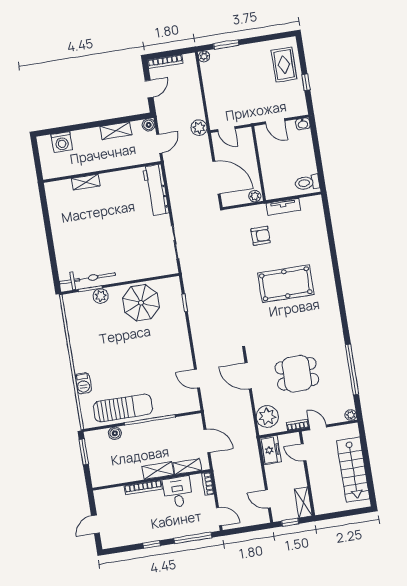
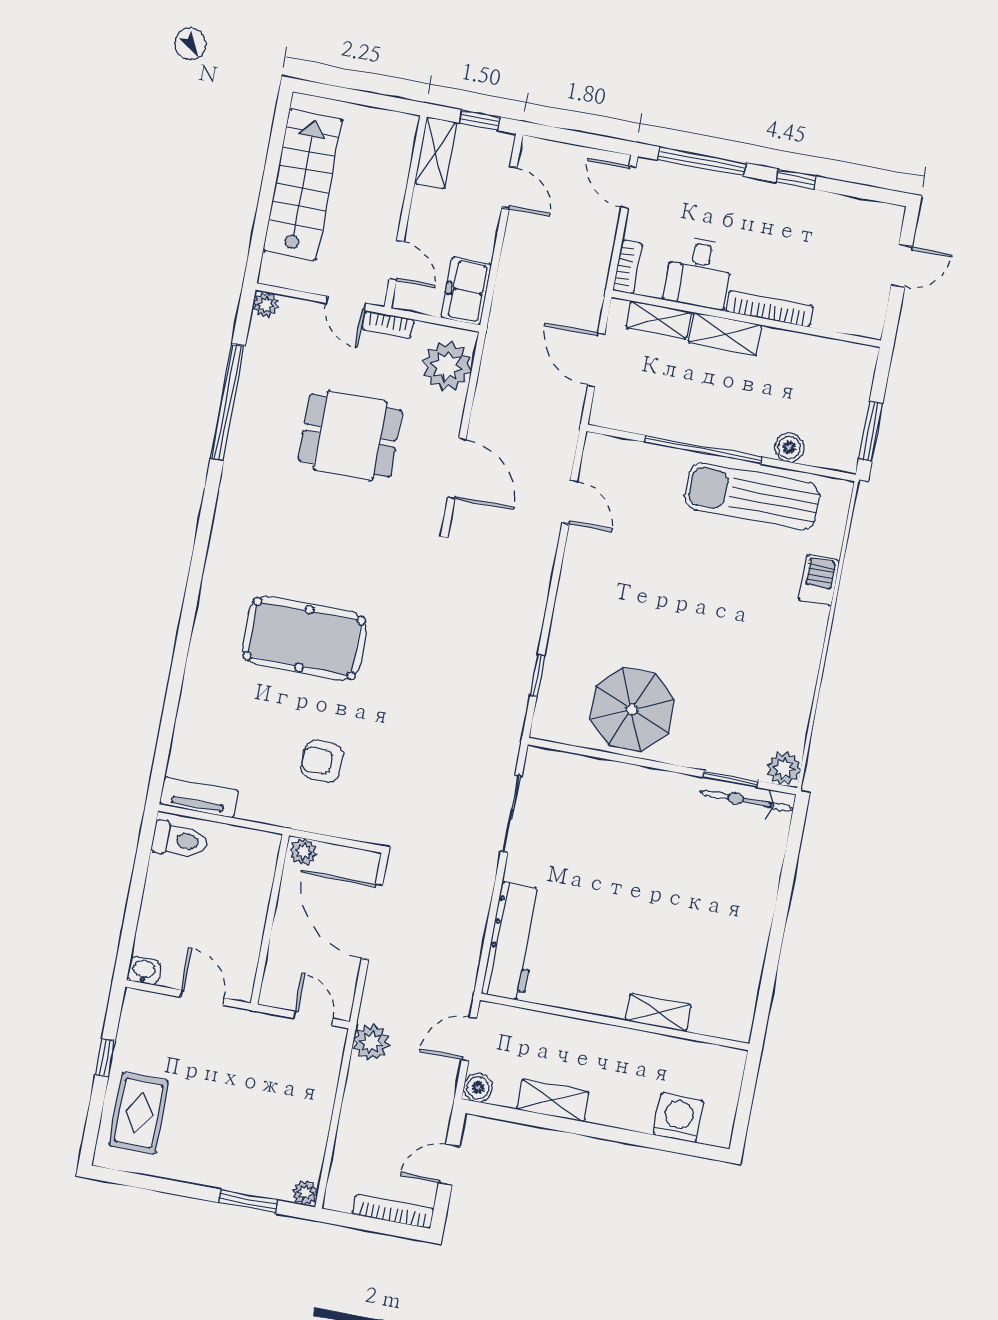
tv unit: (283, 207) -> (199, 797), moved
bicycle: (87, 278) -> (747, 801), width x0.73, depth x0.71
plant: (101, 296) -> (784, 768), moved

